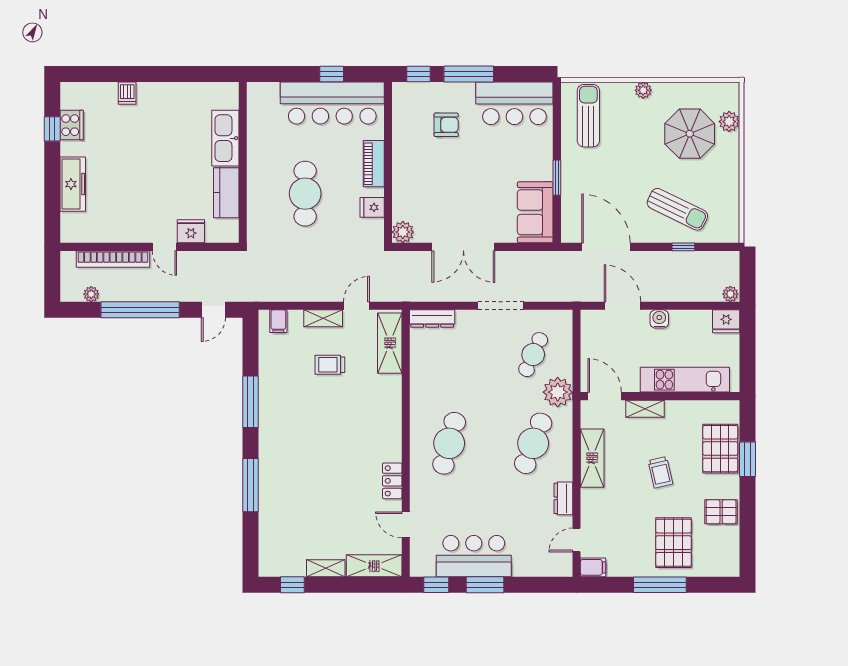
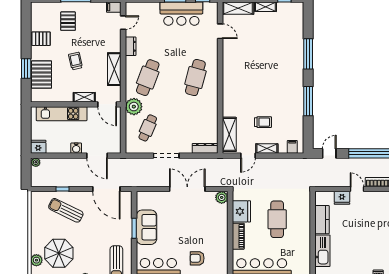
fridge: (372, 207) -> (241, 211), width x1.88, depth x1.34
sofa: (535, 212) -> (147, 227), moved
locker: (392, 481) -> (228, 56), removed
pallet: (674, 543) -> (68, 21), width x0.67, depth x0.71

